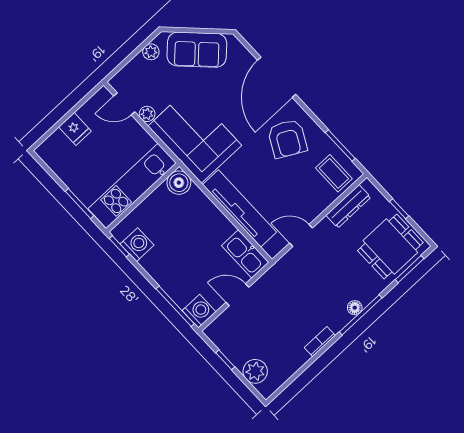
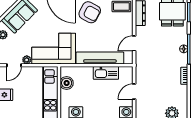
boiler: (179, 183) -> (67, 83), moved
kitchen sink: (245, 254) -> (106, 73), moved

